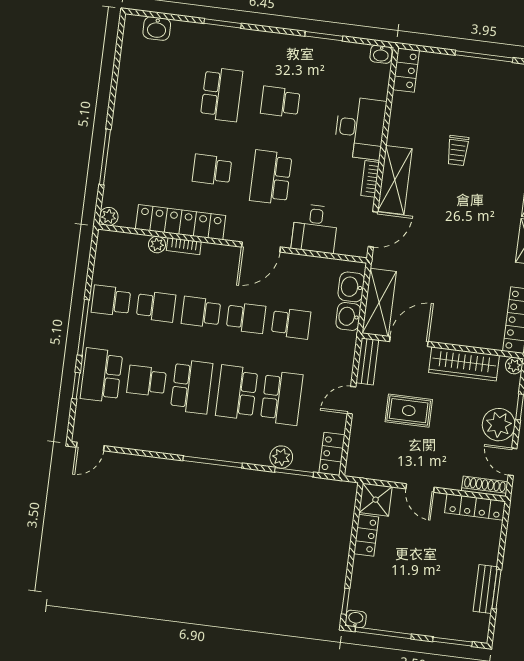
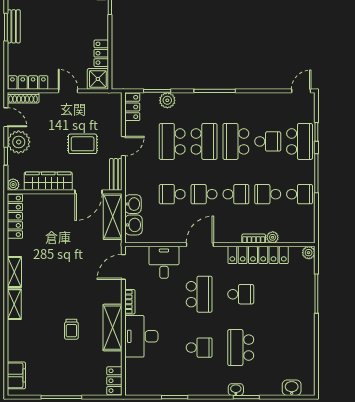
washbasin: (381, 54) -> (236, 390), moved
trolley: (458, 151) -> (71, 329), turned 180
shelving: (395, 180) -> (113, 328), moved

